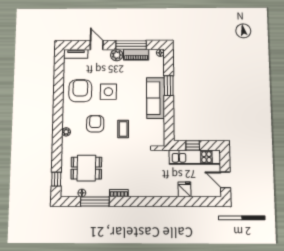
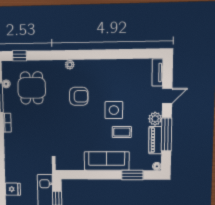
window: (169, 86) -> (132, 175), moved
armchair: (80, 91) -> (115, 79), removed
coffee table: (123, 129) -> (122, 132), moved

